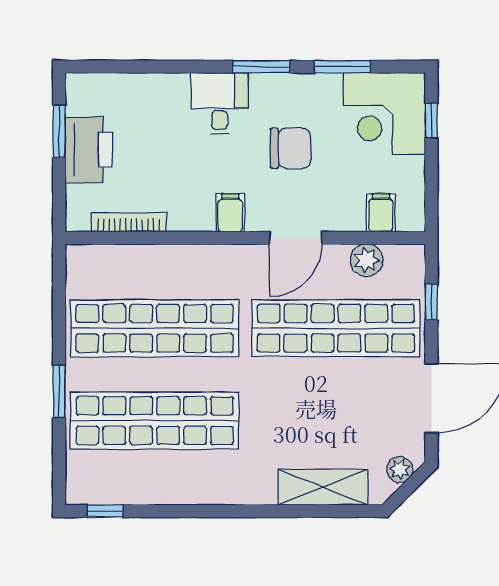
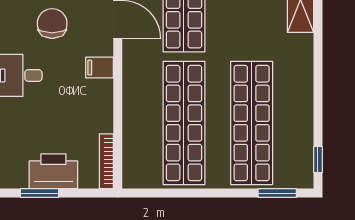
bookcase: (129, 222) -> (106, 161), moved
window: (59, 392) -> (277, 193), moved

